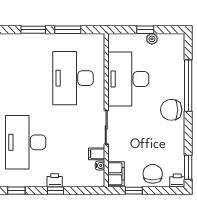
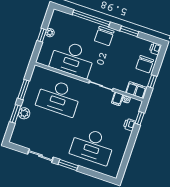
plant: (38, 41) -> (24, 113), added
window: (188, 167) -> (129, 31), moved
chair: (153, 174) -> (145, 64), turned -90
printer: (55, 180) -> (129, 125), moved
window: (16, 191) -> (124, 164), removed
window: (55, 191) -> (140, 118), moved

